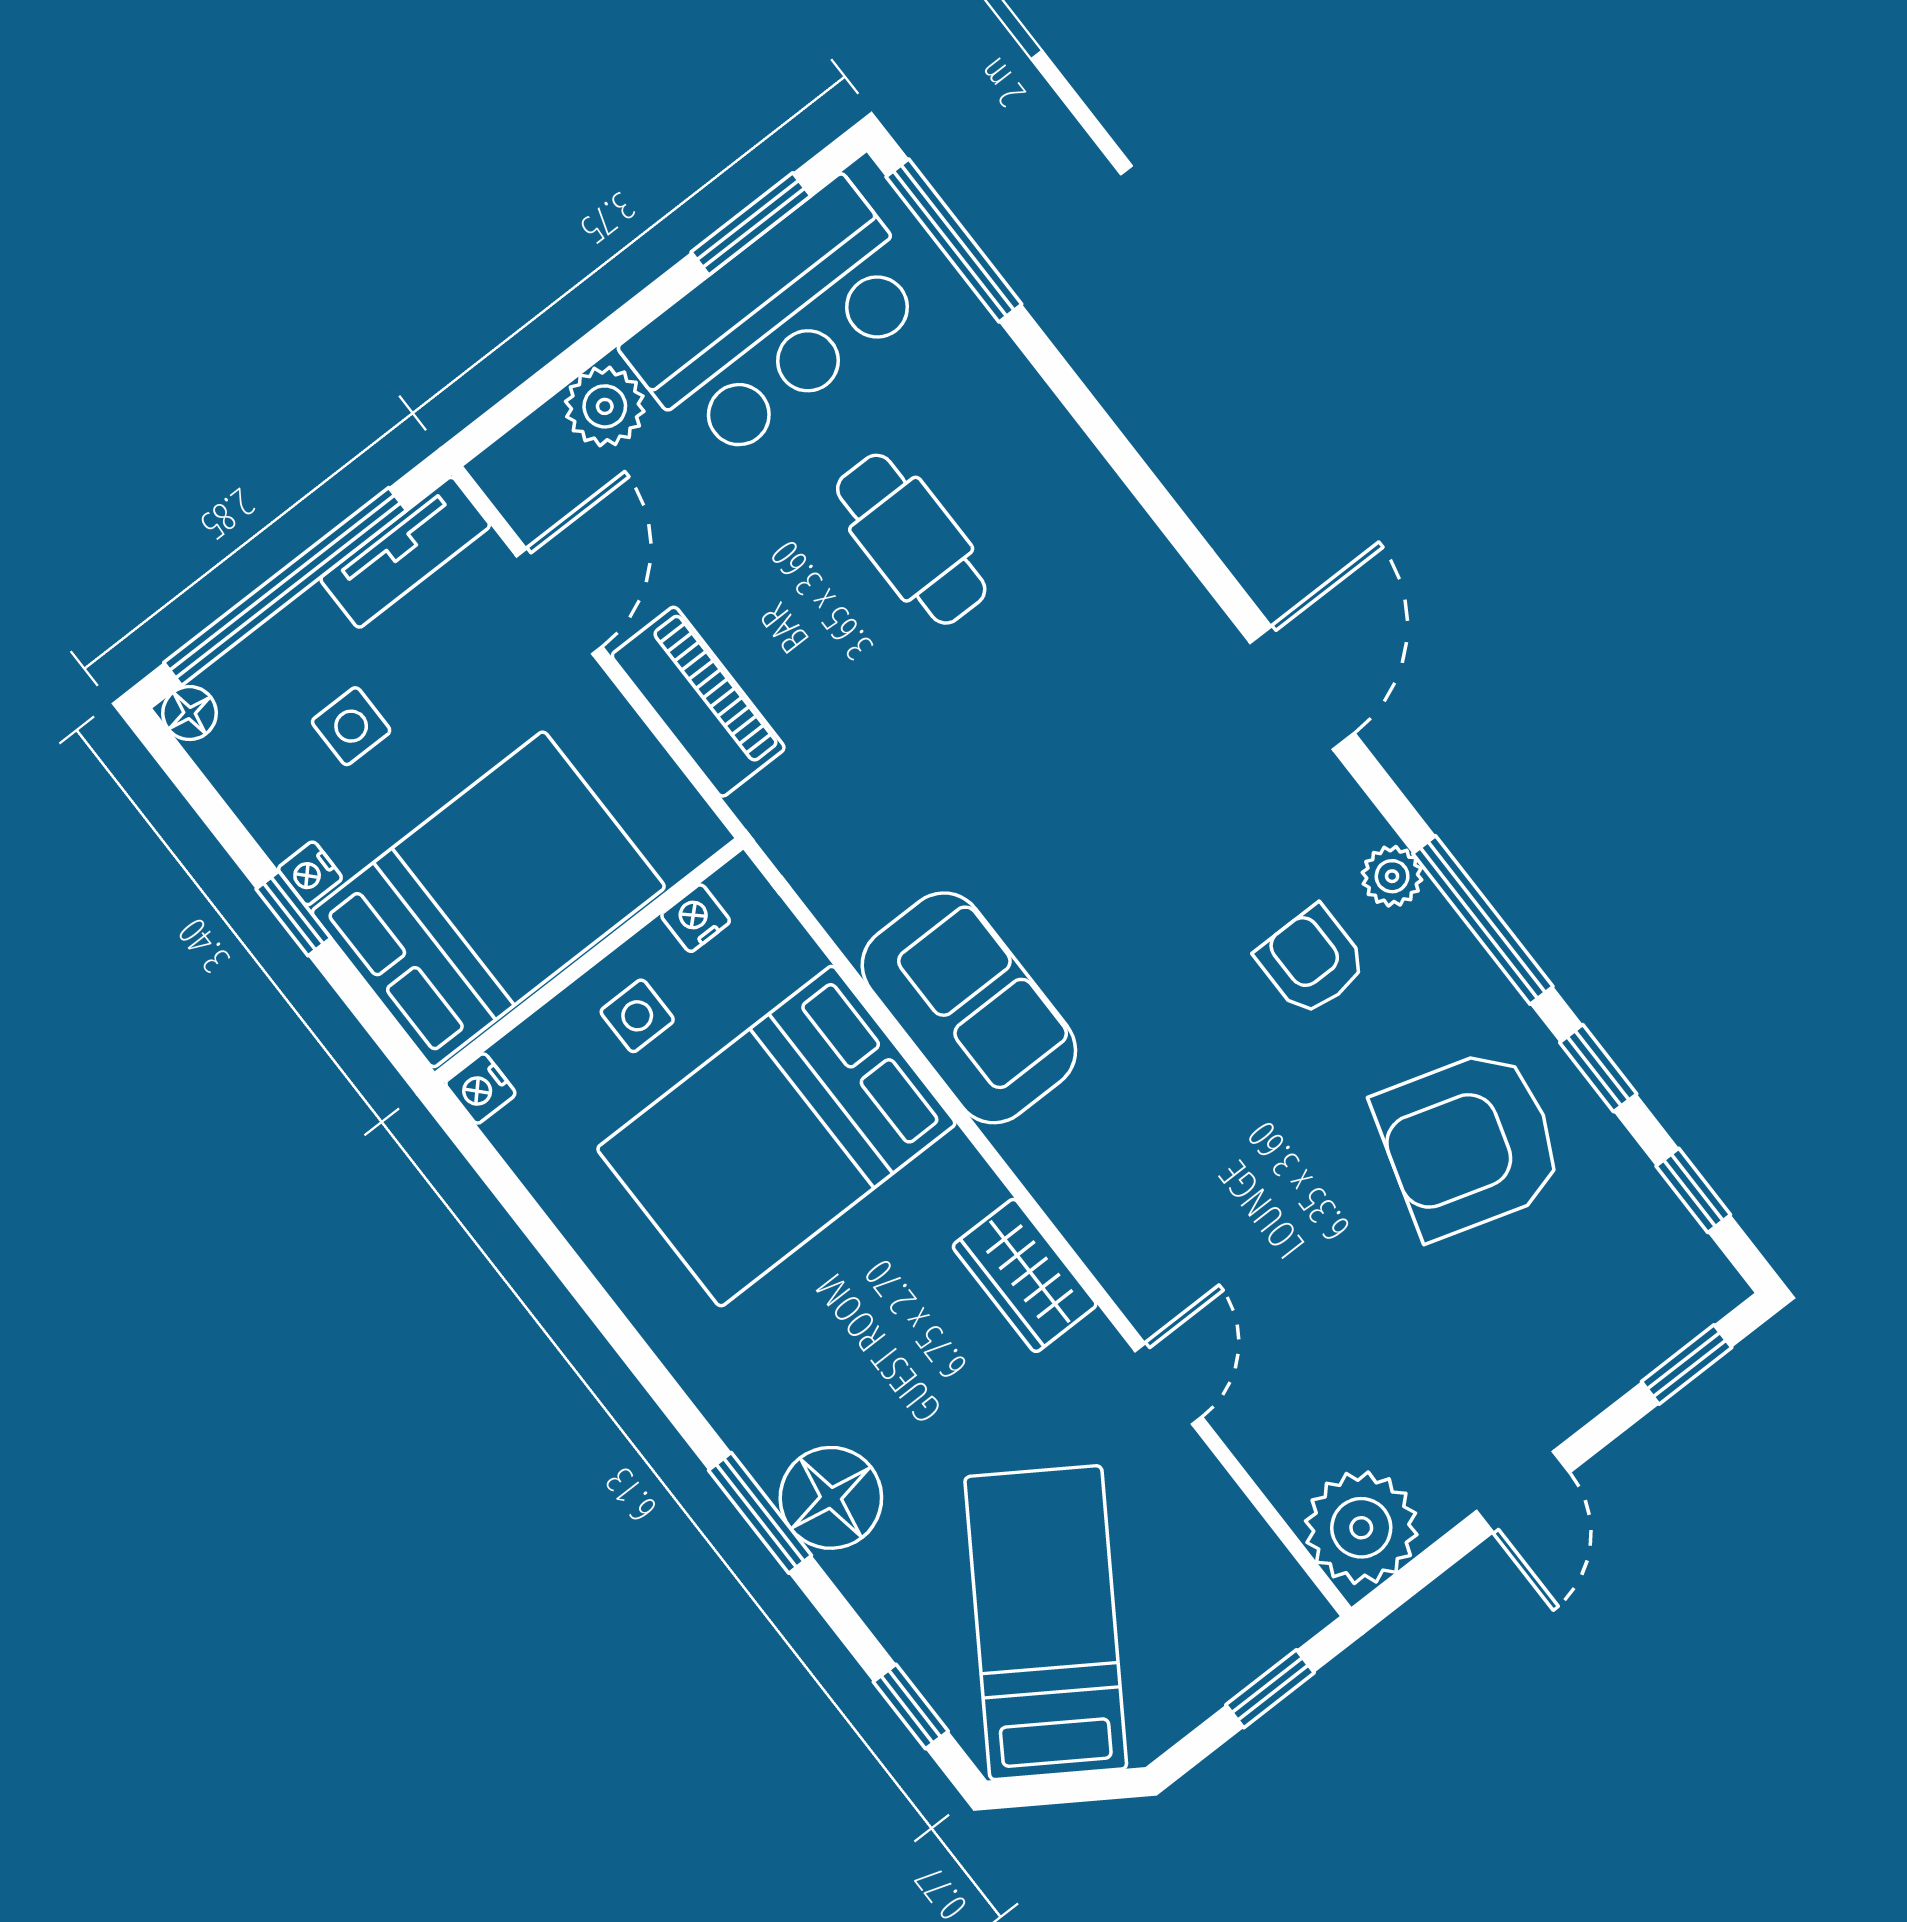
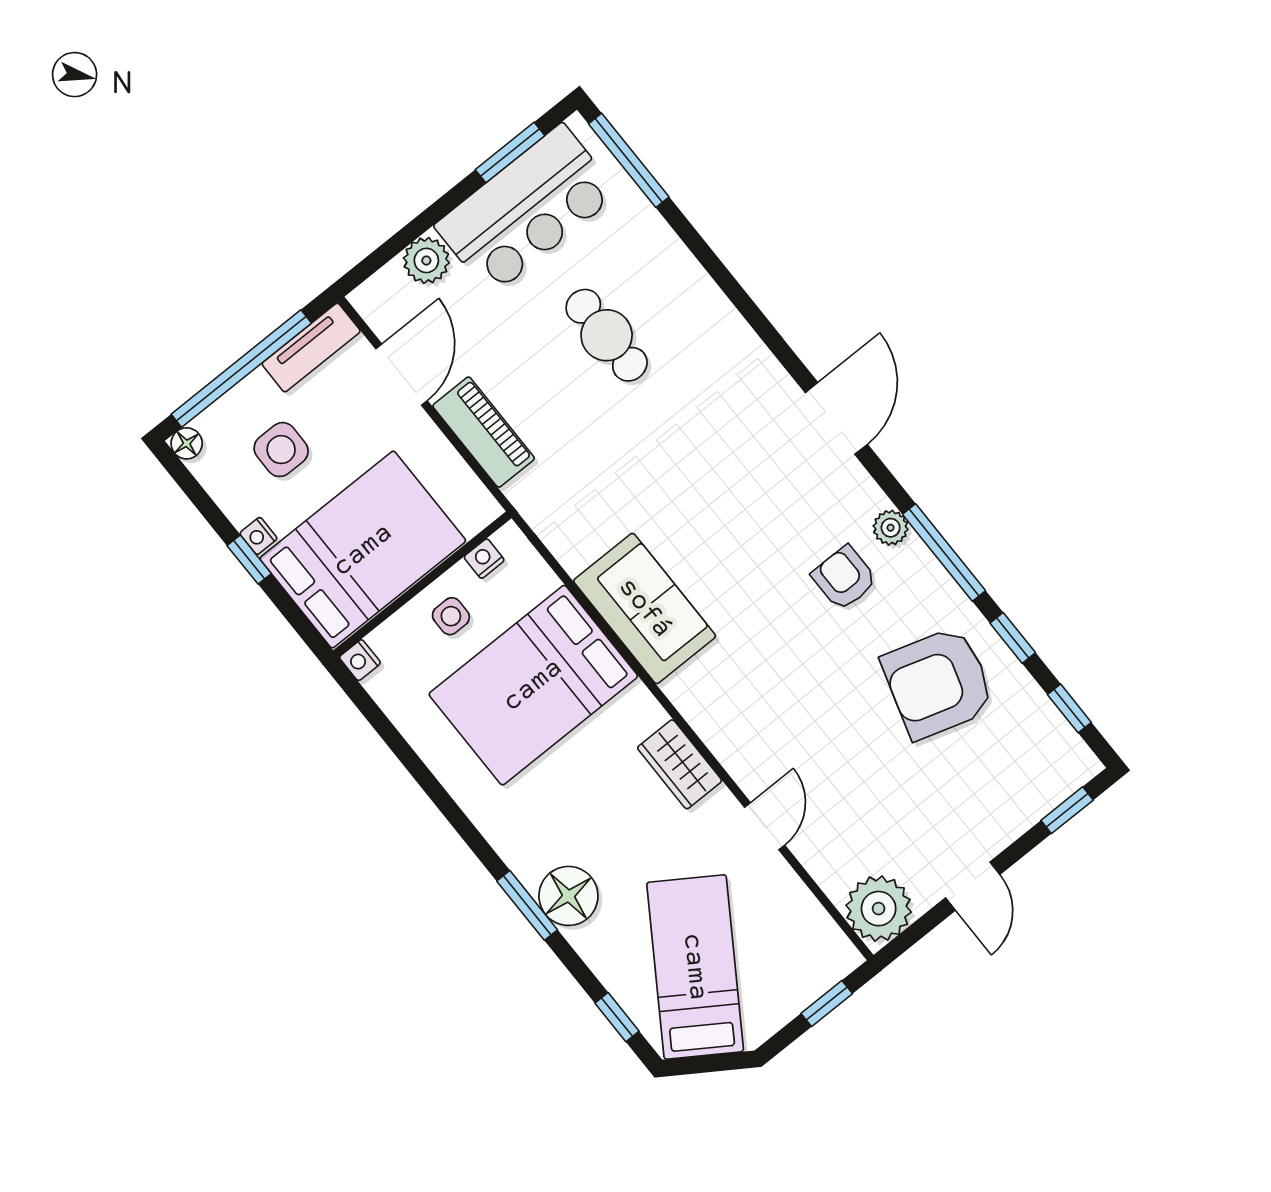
side table: (351, 726) -> (281, 450), width x1.37, depth x1.37

